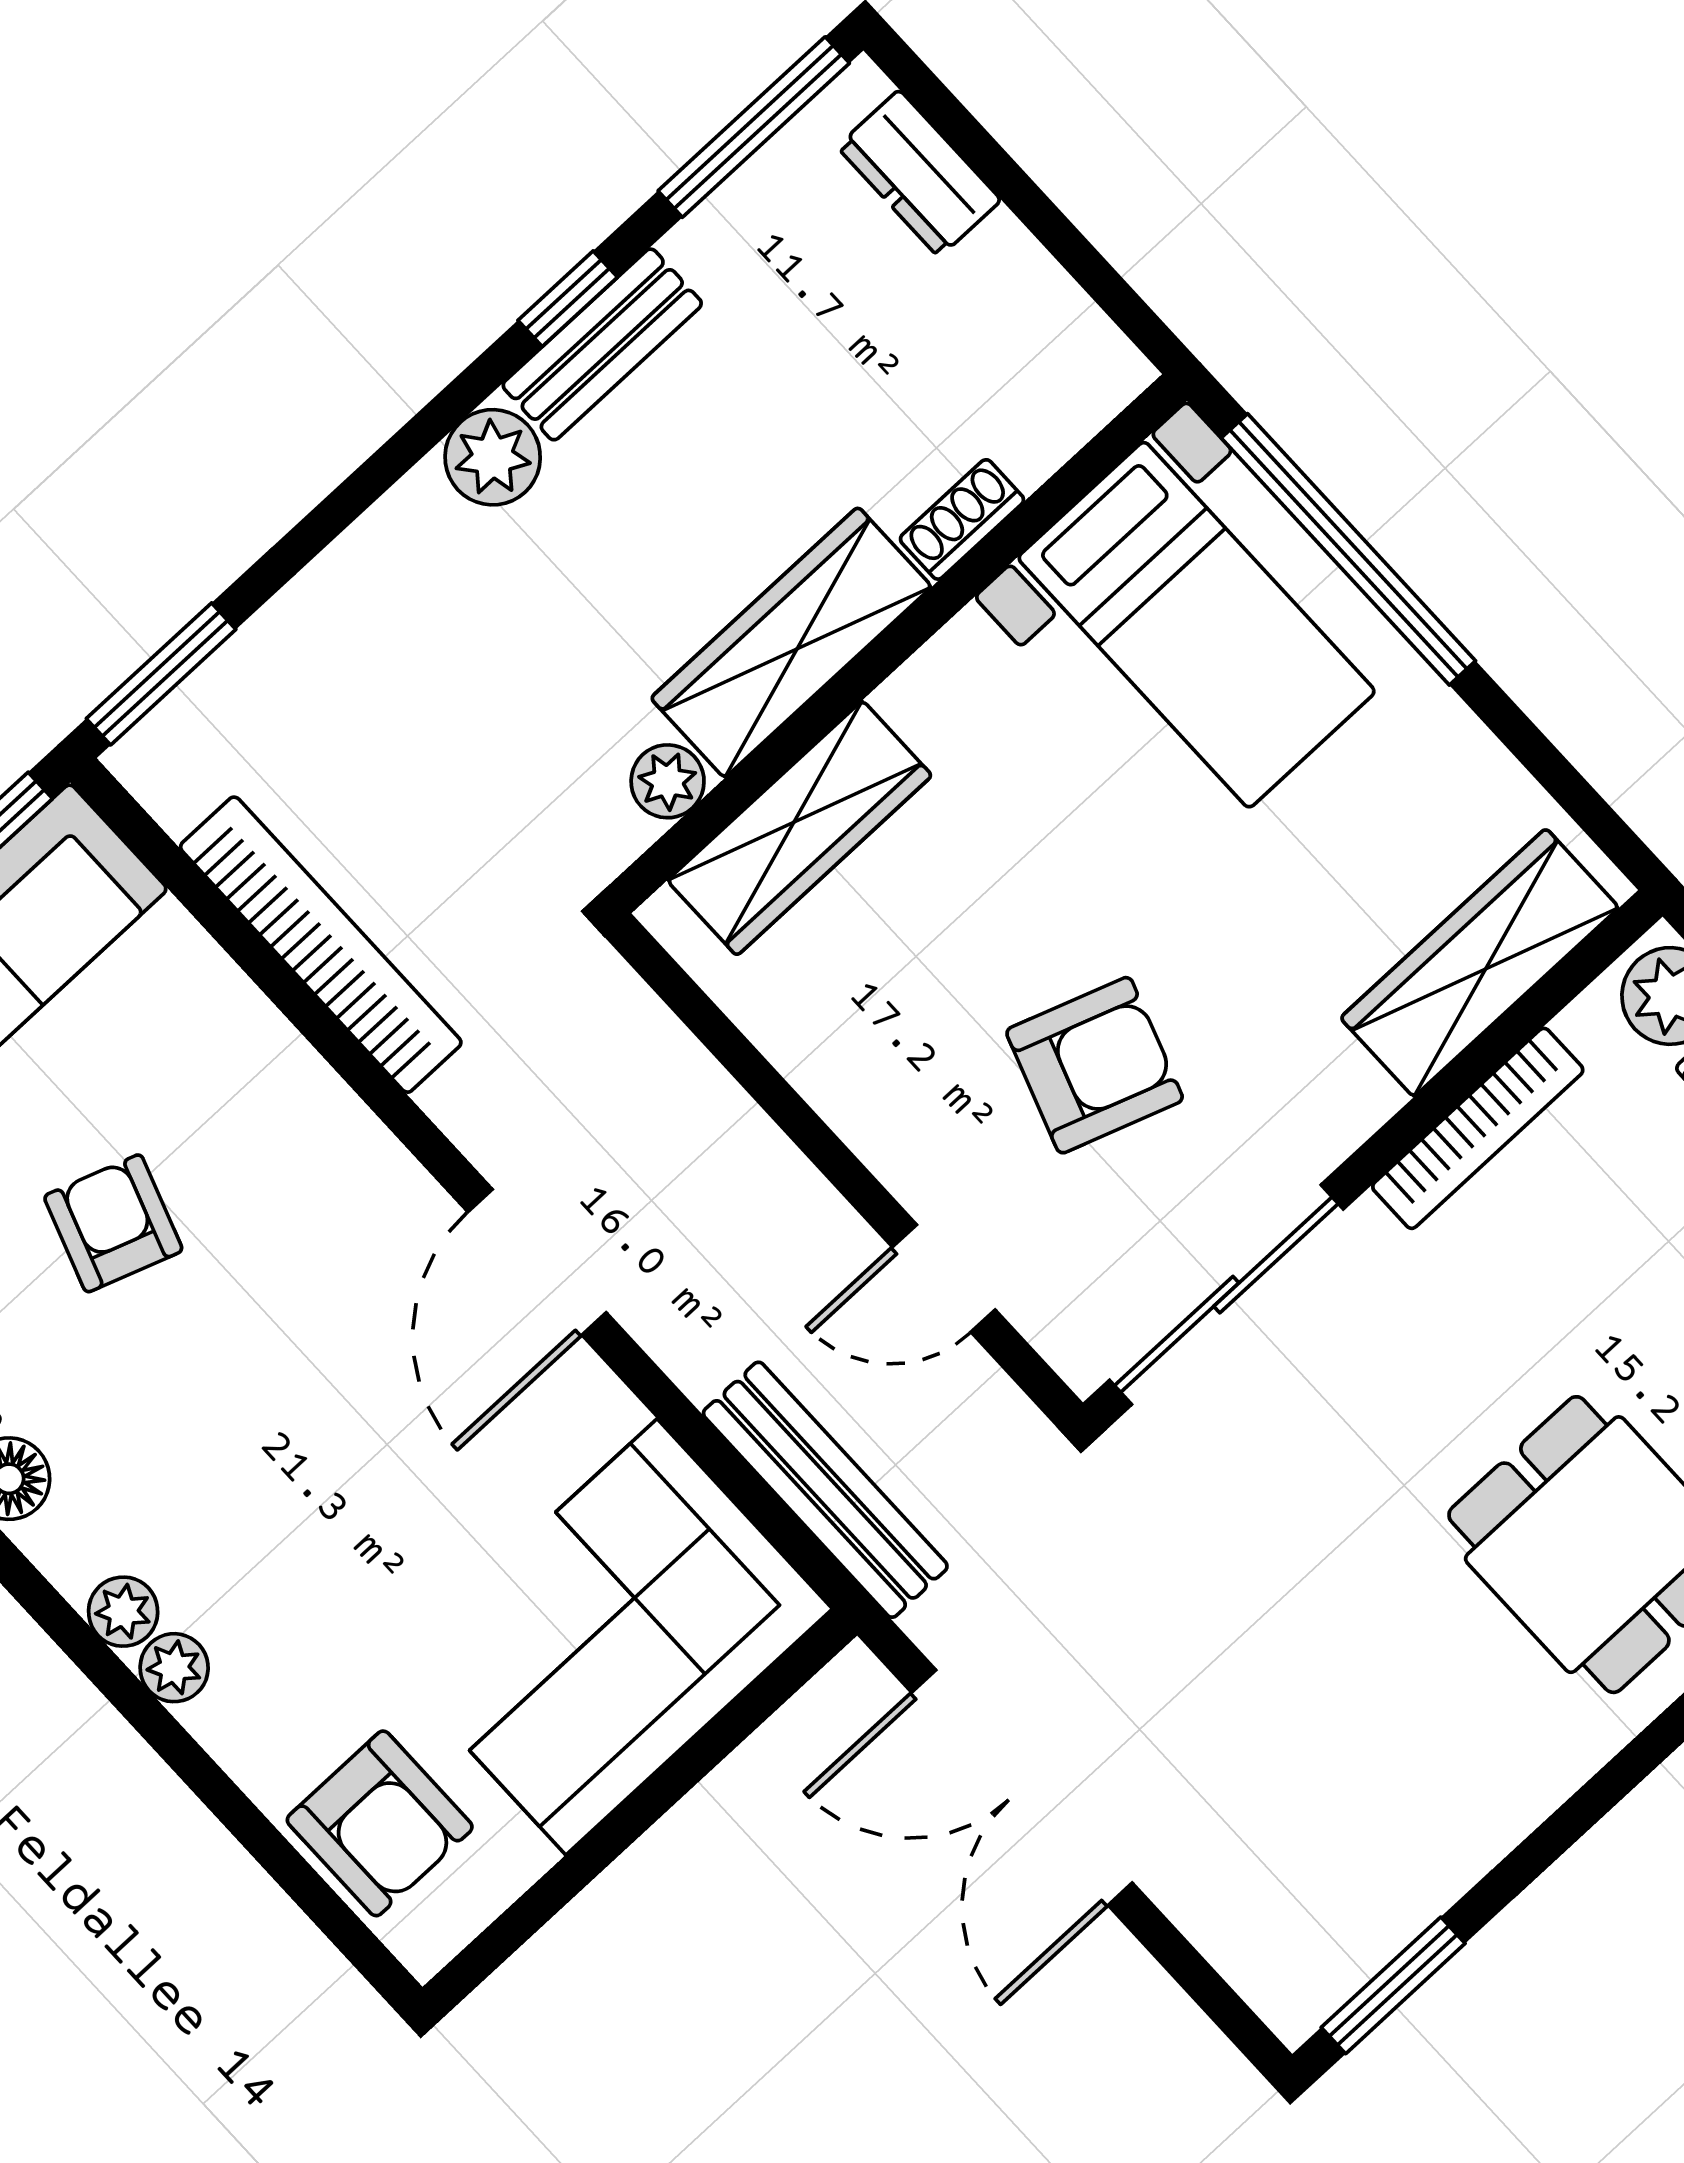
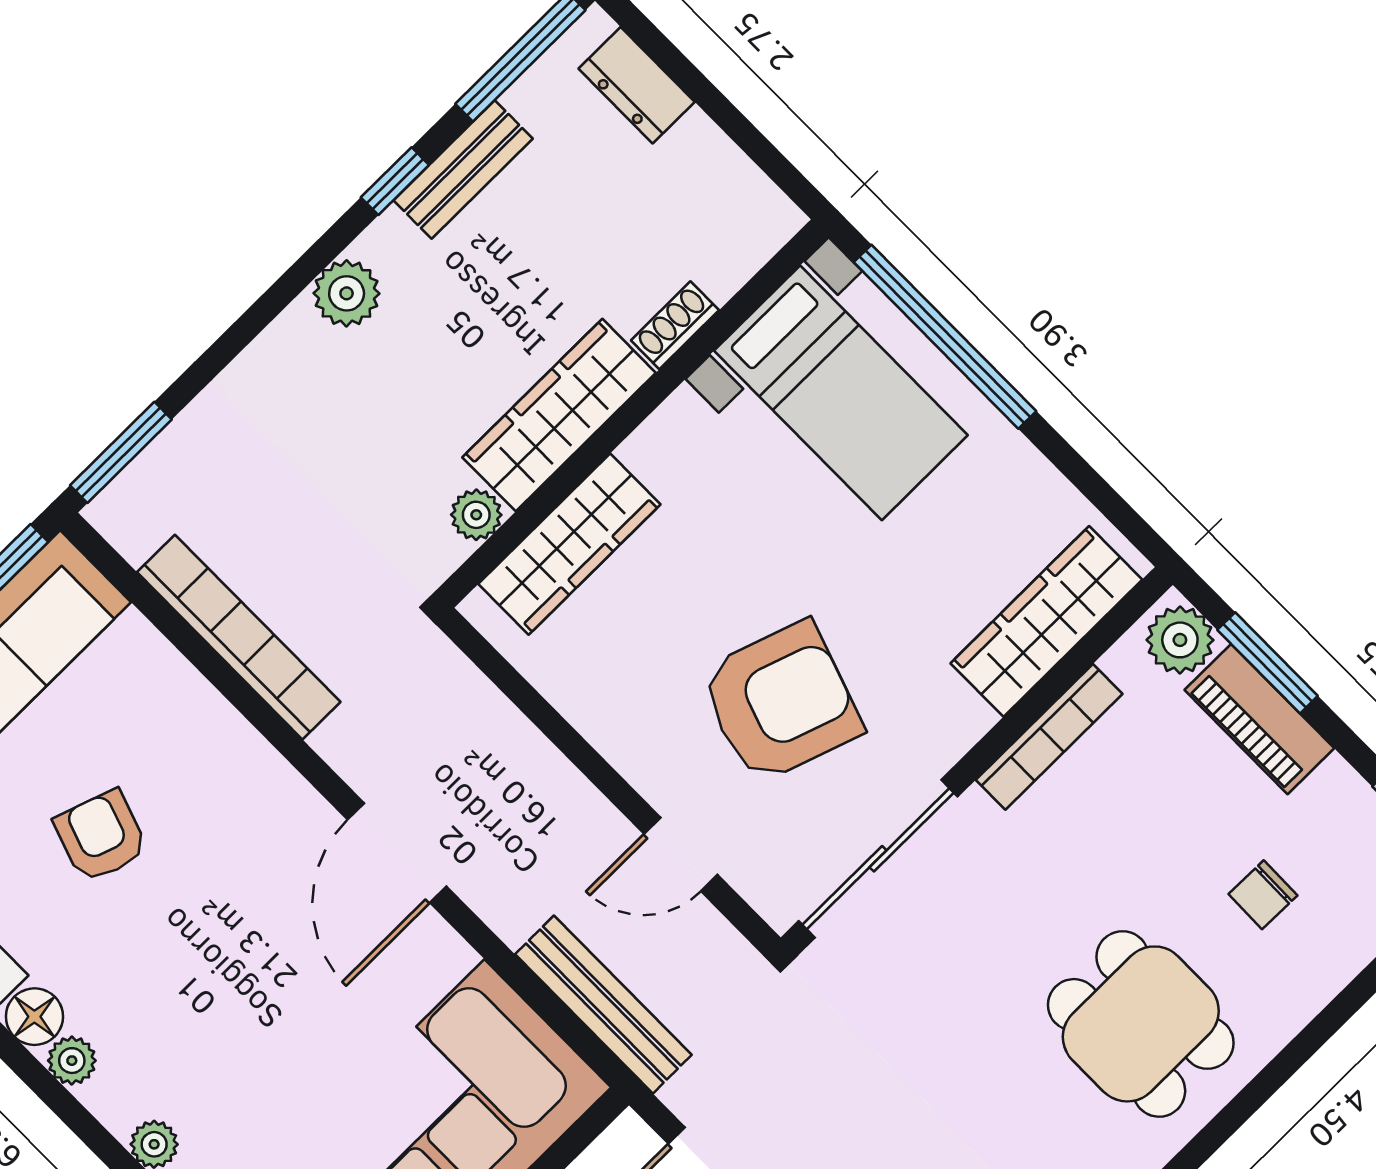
bench: (602, 344) -> (463, 170), moved
armchair: (1095, 1065) -> (781, 702), width x1.36, depth x1.36
plant: (123, 1612) -> (72, 1061), moved

